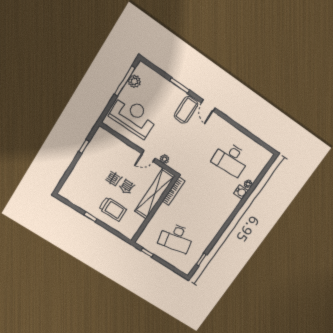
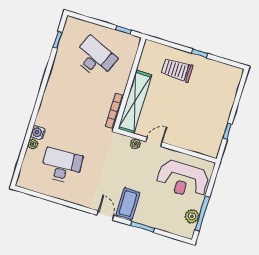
desk: (176, 238) -> (95, 58), turned 36

